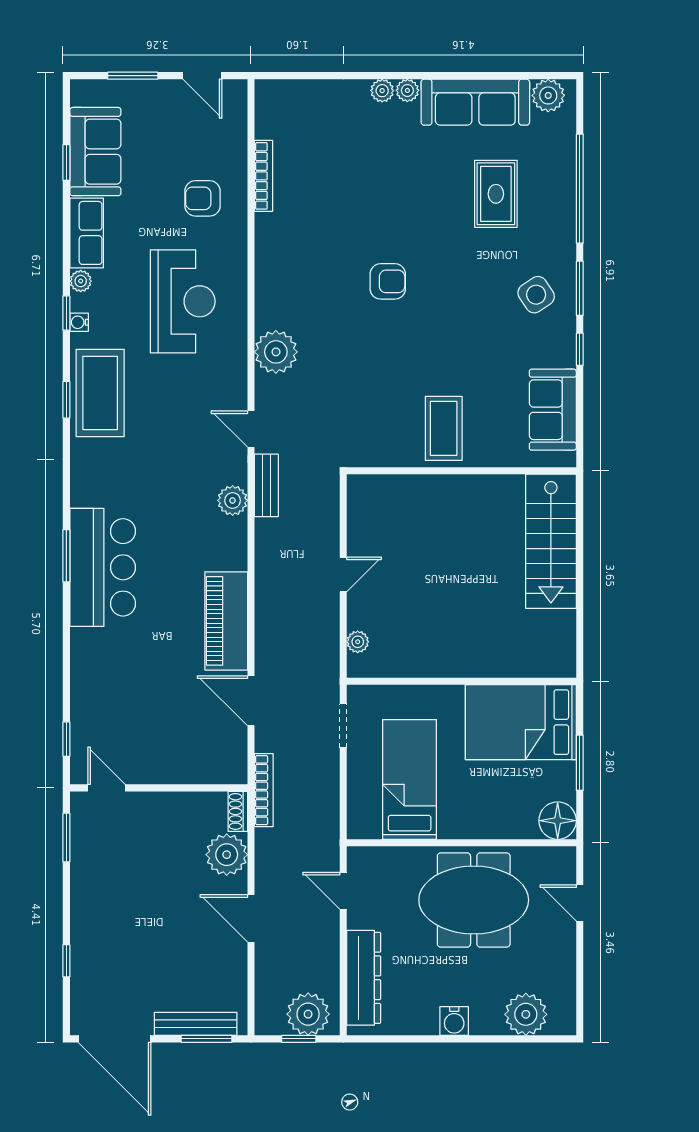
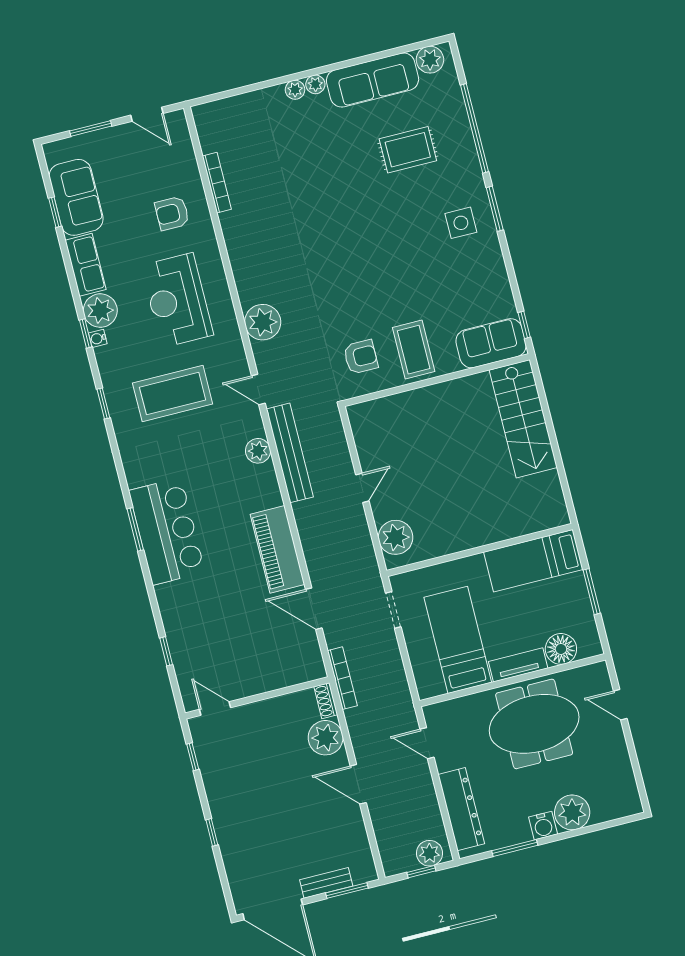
rug: (496, 194) -> (408, 150), turned 90
plant: (81, 281) -> (100, 311), width x1.87, depth x1.87
armchair: (388, 281) -> (361, 357), moved
side table: (536, 295) -> (461, 223), turned 34
reception desk: (183, 301) -> (177, 300), turned 180
window: (580, 349) -> (524, 325), moved
coffee table: (100, 393) -> (173, 394), moved, turned 90
sofa: (553, 410) -> (491, 343), moved, turned 90
bench: (266, 485) -> (290, 453), width x1.86, depth x1.21
plant: (358, 642) -> (396, 537), width x1.87, depth x1.87
bed: (521, 722) -> (533, 561), width x0.67
window: (66, 739) -> (166, 651), moved
floor lamp: (558, 821) -> (561, 649), moved
tv unit: (472, 826) -> (518, 665), added
window: (66, 838) -> (193, 757), width x0.67
window: (66, 961) -> (212, 832), moved
plant: (308, 1014) -> (430, 853), width x0.73, depth x0.73
plant: (526, 1014) -> (572, 812), moved
bench: (196, 1024) -> (326, 883), width x0.73
window: (415, 1039) -> (515, 848), added

